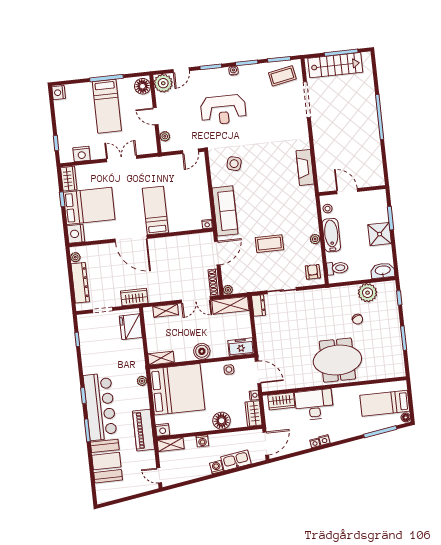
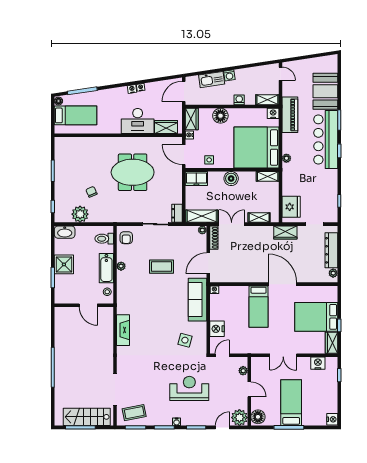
nightstand: (76, 234) -> (217, 329), moved, turned 180
meeting table: (337, 360) -> (133, 172), moved

